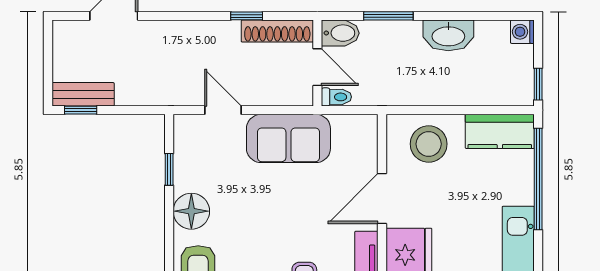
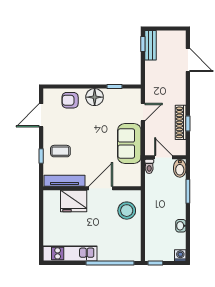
shoe rack: (277, 31) -> (181, 122), moved
washbasin: (448, 35) -> (181, 226), width x0.52, depth x0.69
door: (317, 67) -> (163, 157), swing flipped
kitchen counter: (500, 131) -> (133, 245), removed
door: (382, 198) -> (101, 188), hinge flipped

